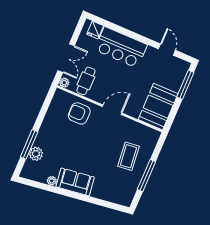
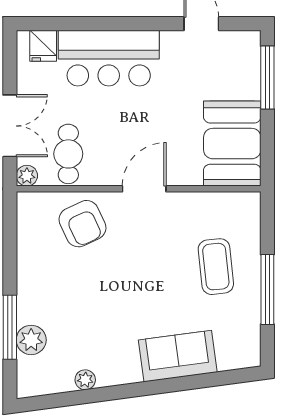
armchair: (79, 113) -> (83, 224), turned -115
sofa: (75, 182) -> (178, 356), moved

